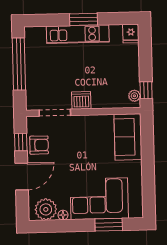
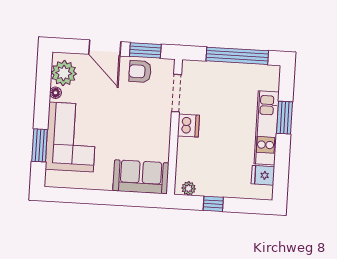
window: (84, 19) -> (284, 118), moved
fridge: (131, 34) -> (263, 175), moved
window: (146, 90) -> (213, 204), moved
window: (21, 142) -> (145, 50), width x1.50
armchair: (39, 145) -> (140, 71), turned 90

